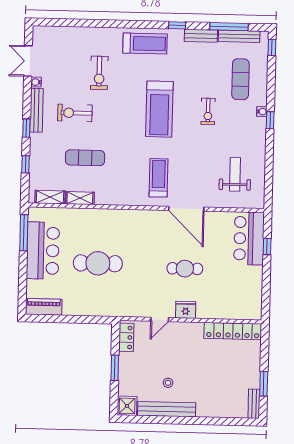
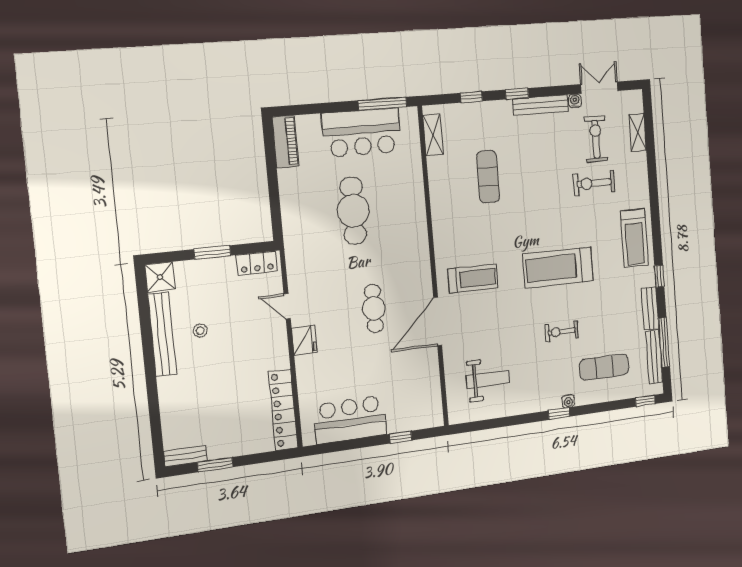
exercise bike: (75, 113) -> (596, 139), moved
shelving: (80, 198) -> (638, 133), moved
bar counter: (249, 238) -> (350, 420), moved
cafe table: (185, 269) -> (374, 308), moved

